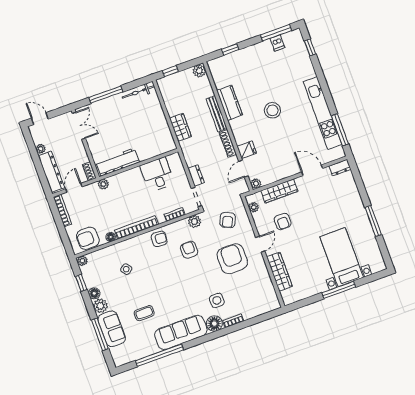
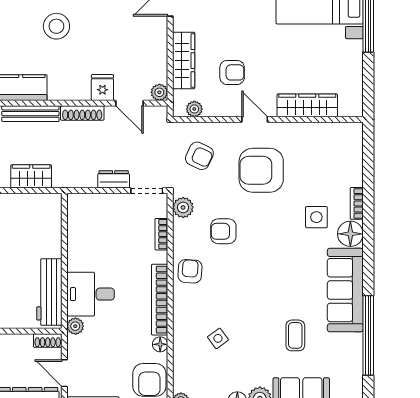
desk: (157, 175) -> (90, 294), moved

